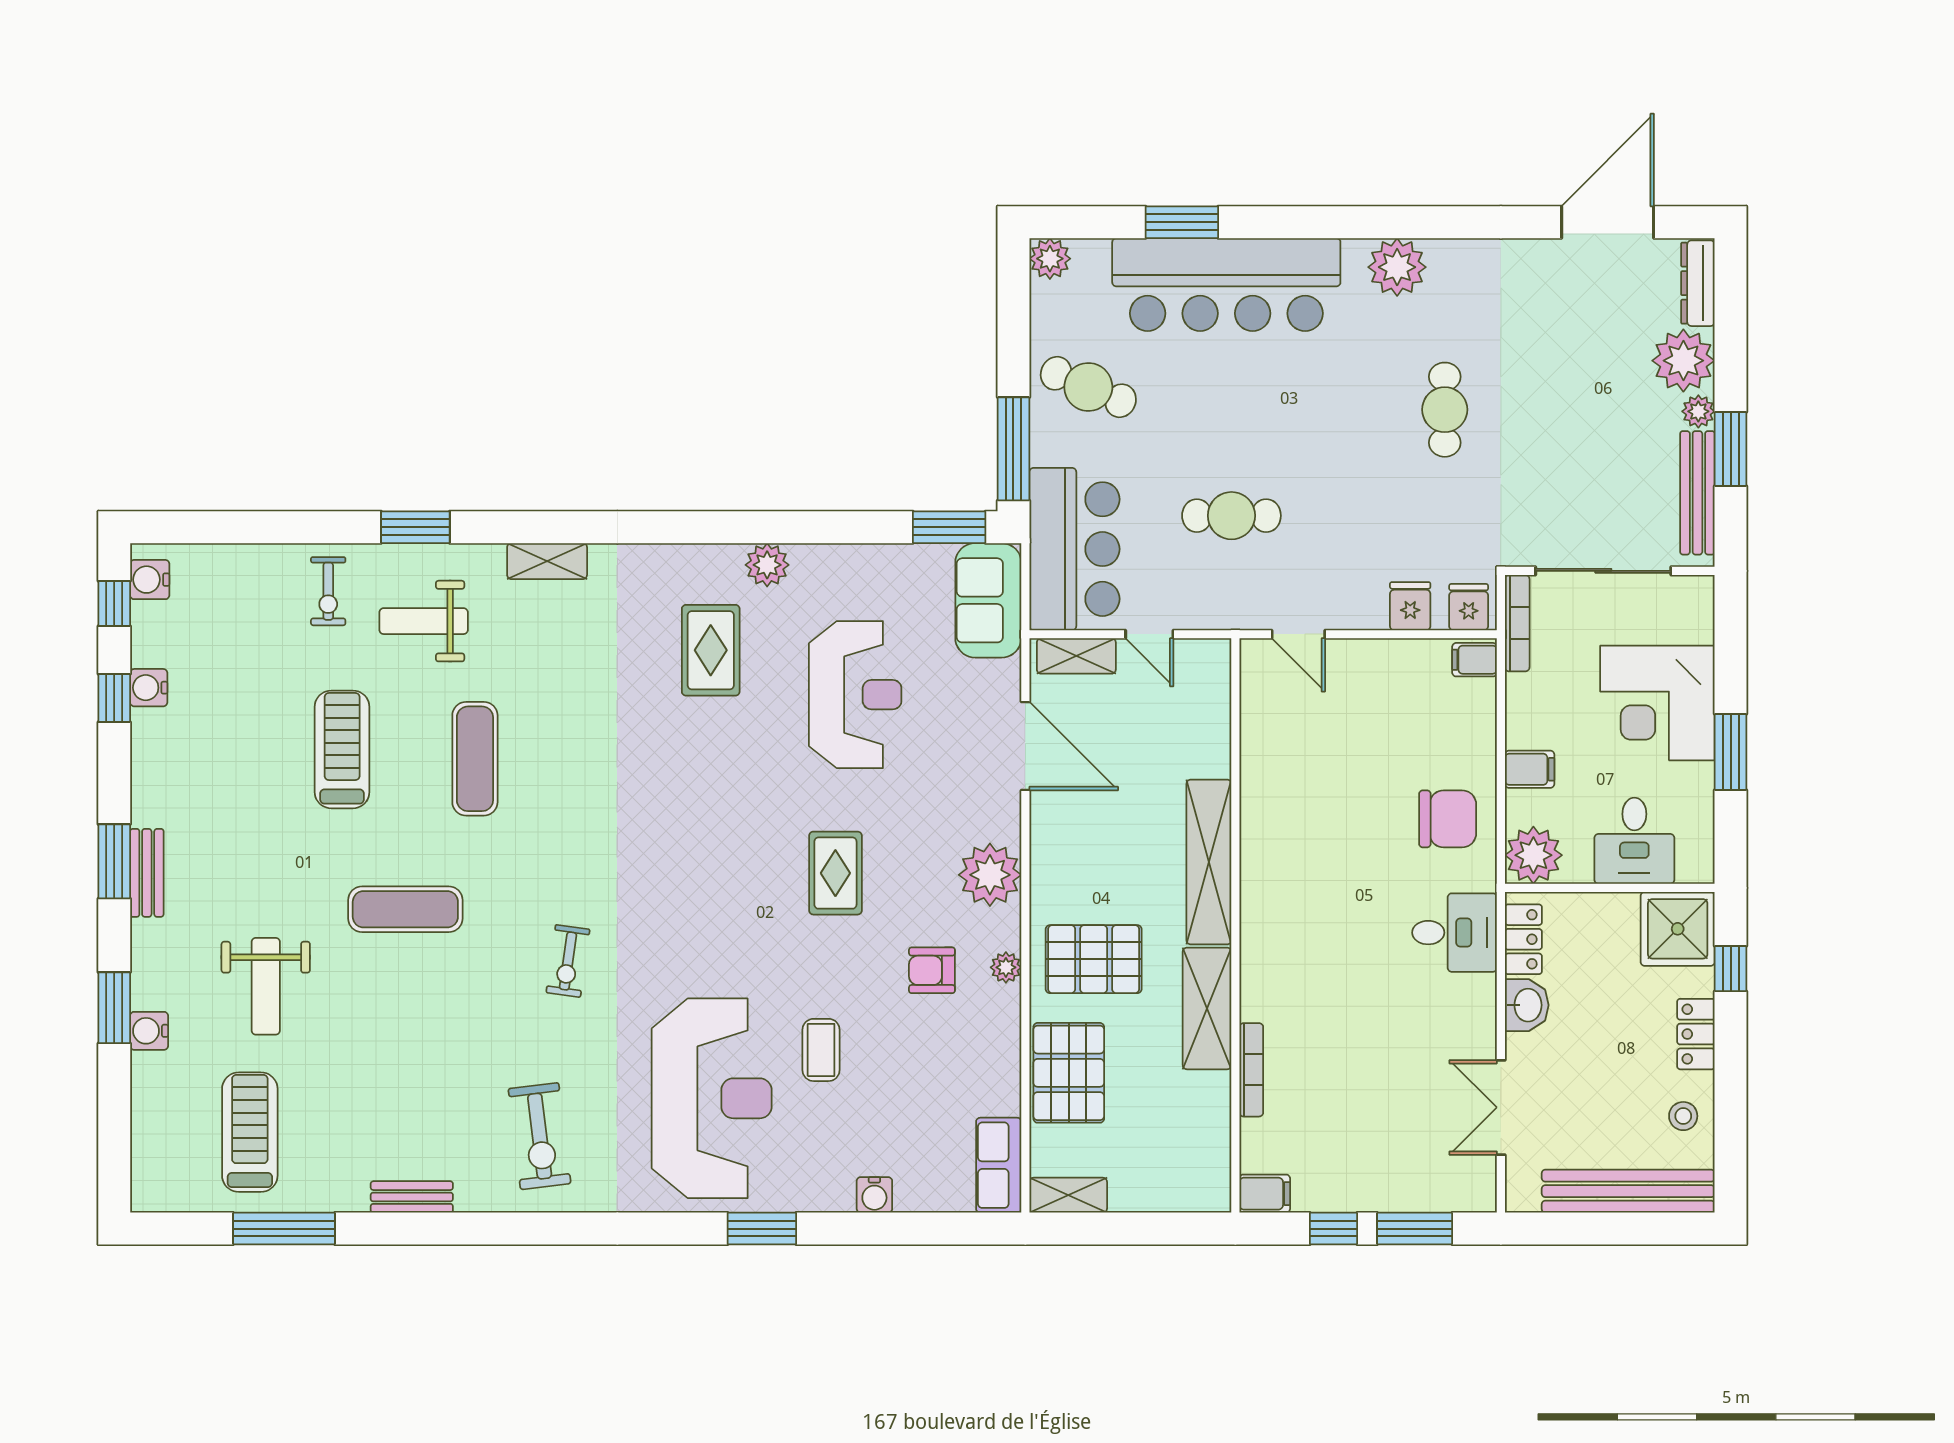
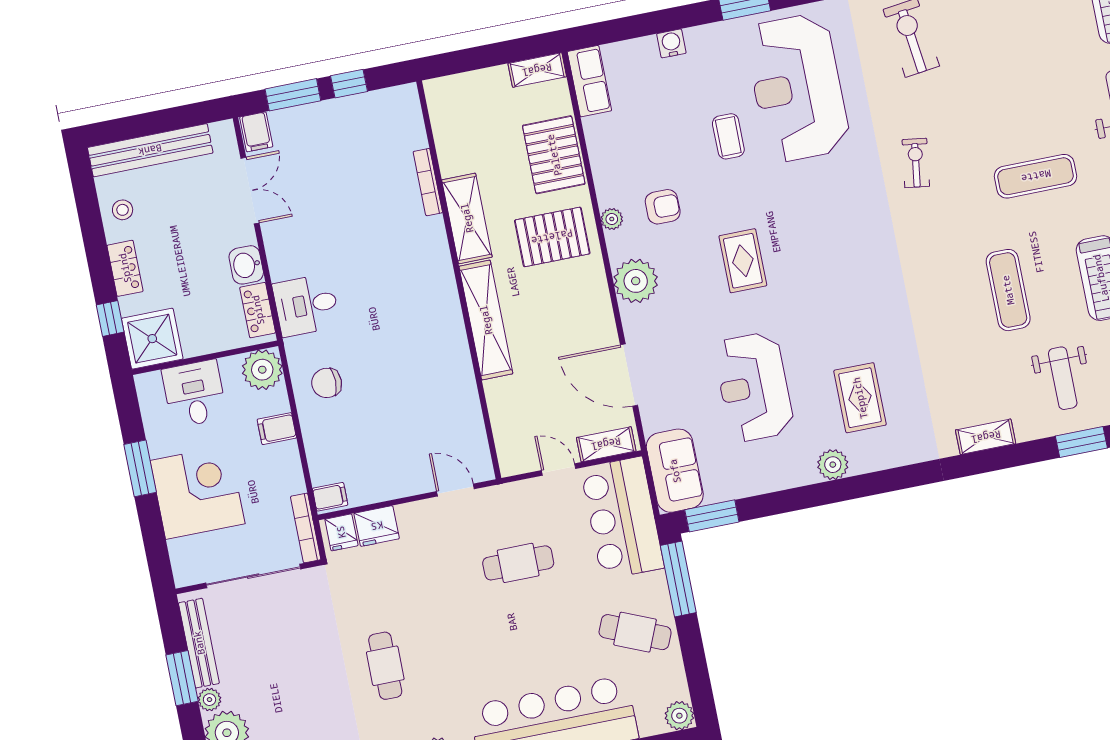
fridge: (1410, 606) -> (377, 526), width x1.38
weight bench: (424, 621) -> (1063, 378), turned 90
chair: (1448, 819) -> (327, 383), width x0.73, depth x0.73
filing cabinet: (1265, 1194) -> (256, 132), moved, turned -90

